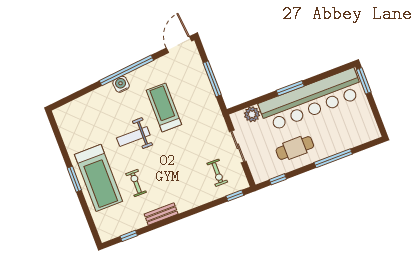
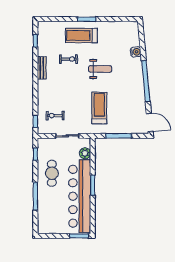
water cooler: (121, 84) -> (136, 52), moved
treadmill: (164, 107) -> (99, 108), moved, turned -90
weight bench: (133, 137) -> (100, 69), turned 90
treadmill: (99, 178) -> (81, 35), width x0.73, depth x0.73

